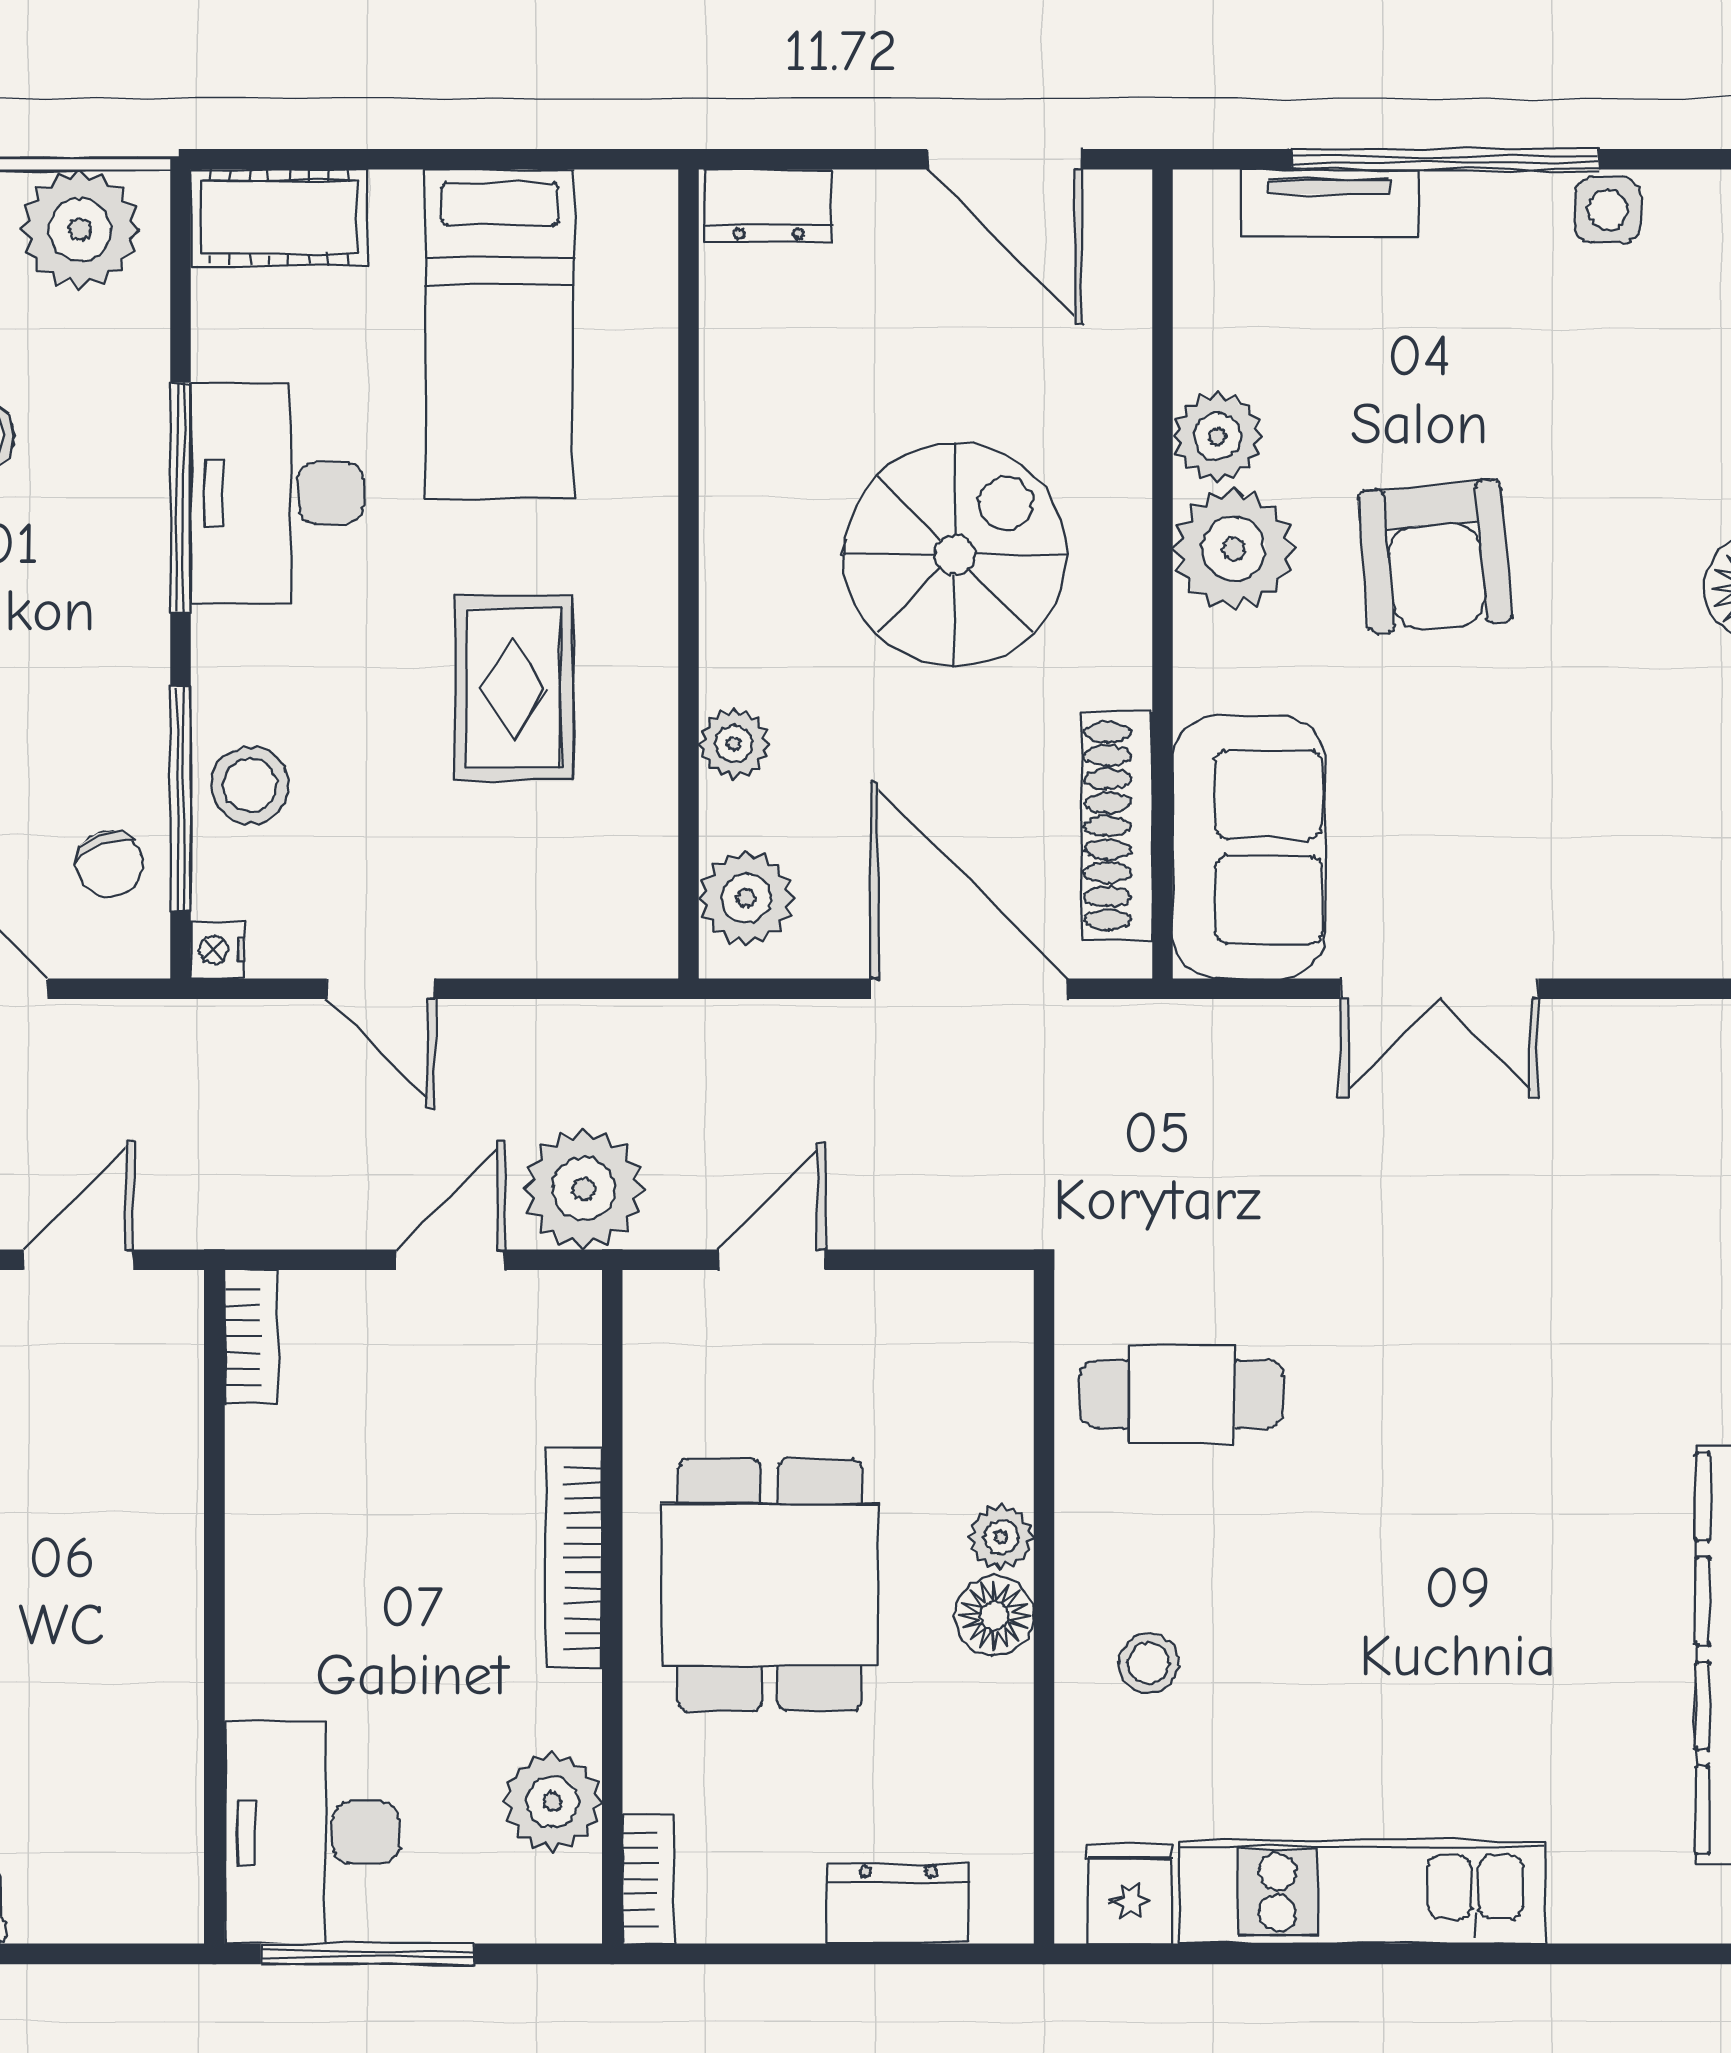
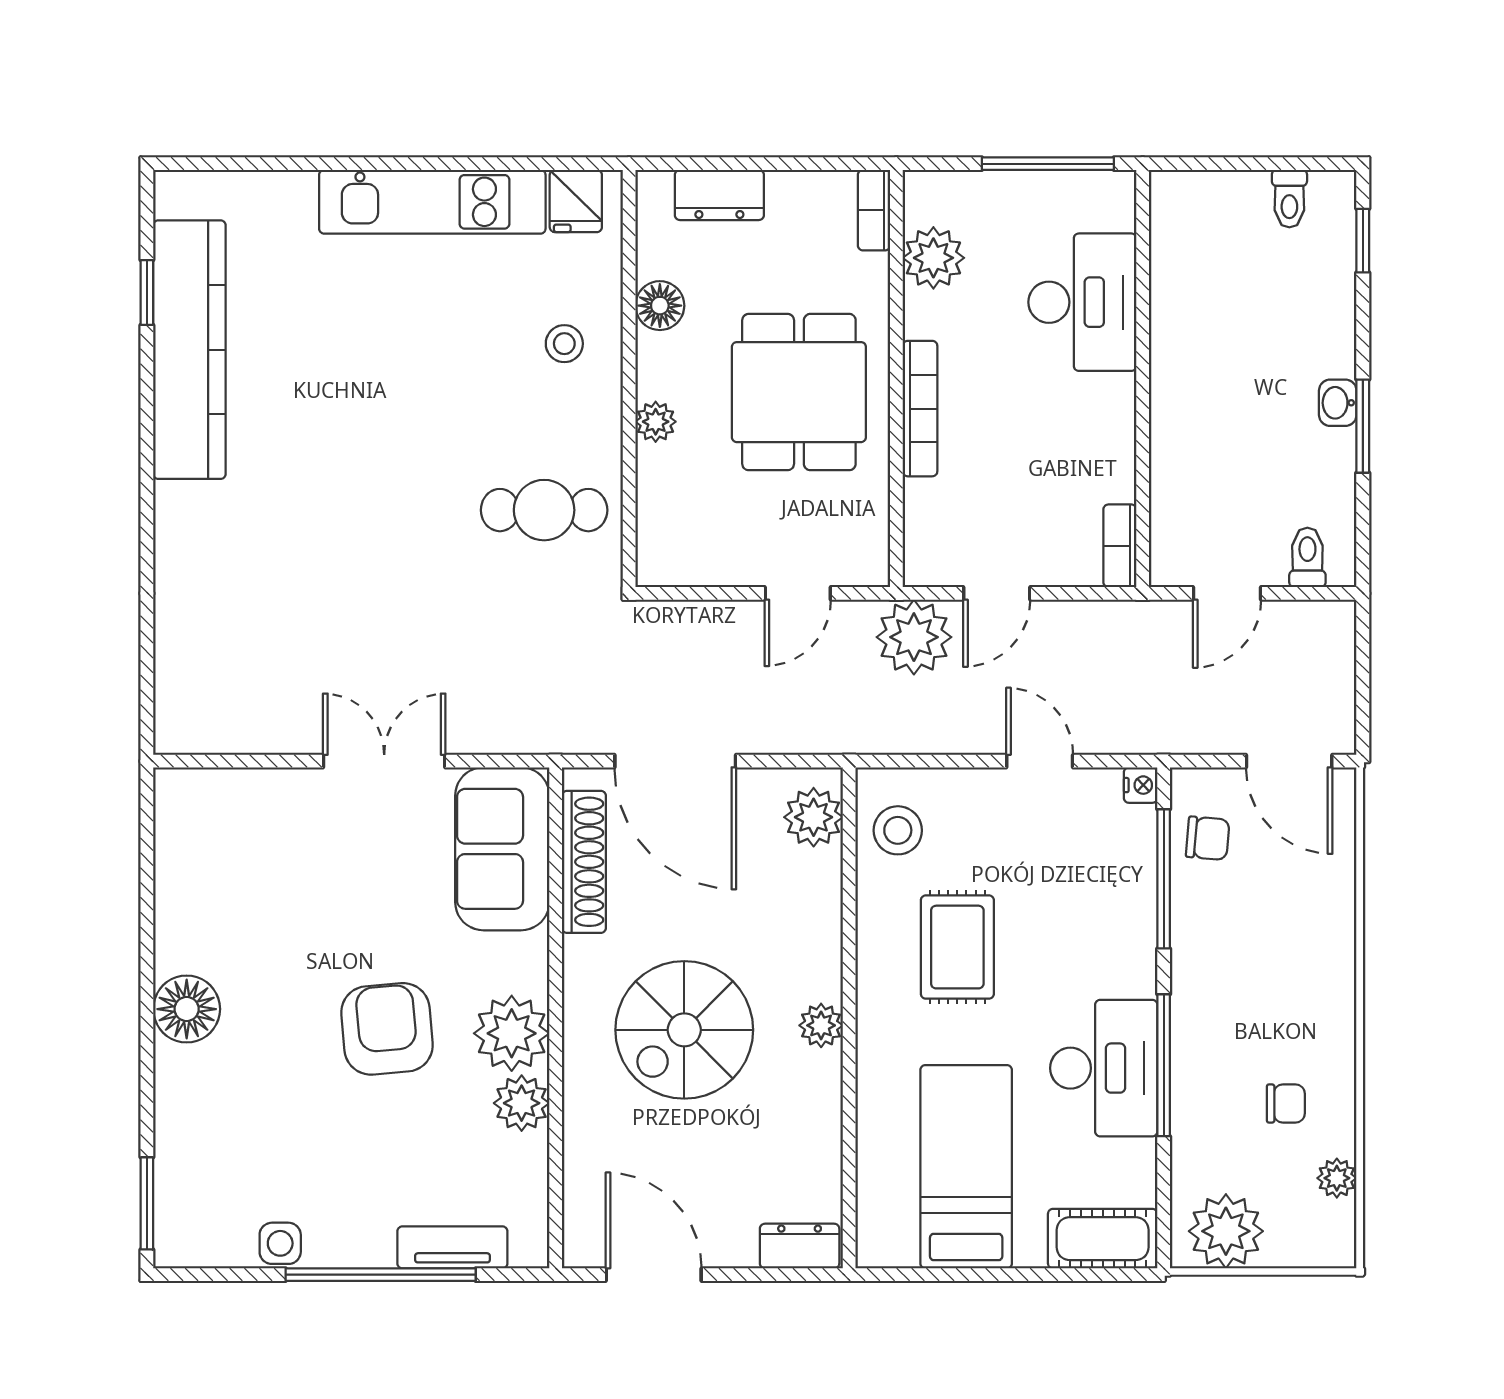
plant: (734, 744) -> (821, 1025), moved
stool: (250, 785) -> (898, 830), moved
chair: (109, 864) -> (1208, 838), turned 115
floor lamp: (994, 1616) -> (660, 306), moved
desk: (312, 1833) -> (1082, 302), moved

